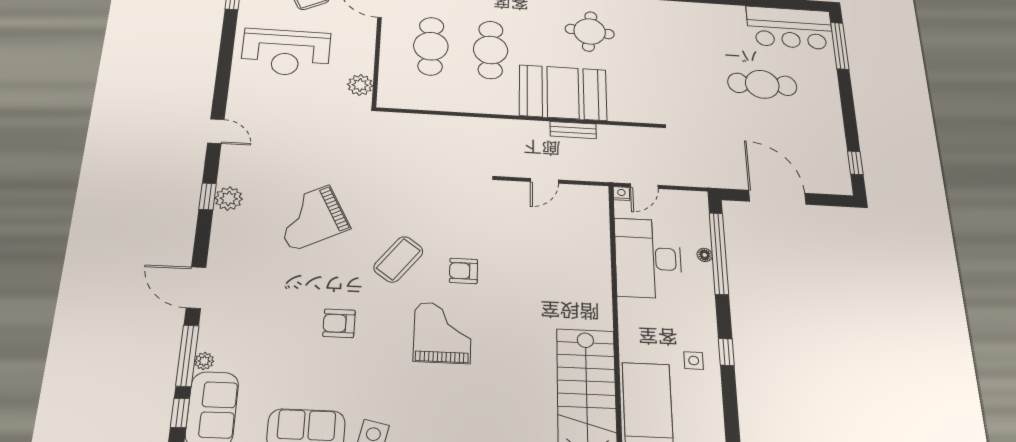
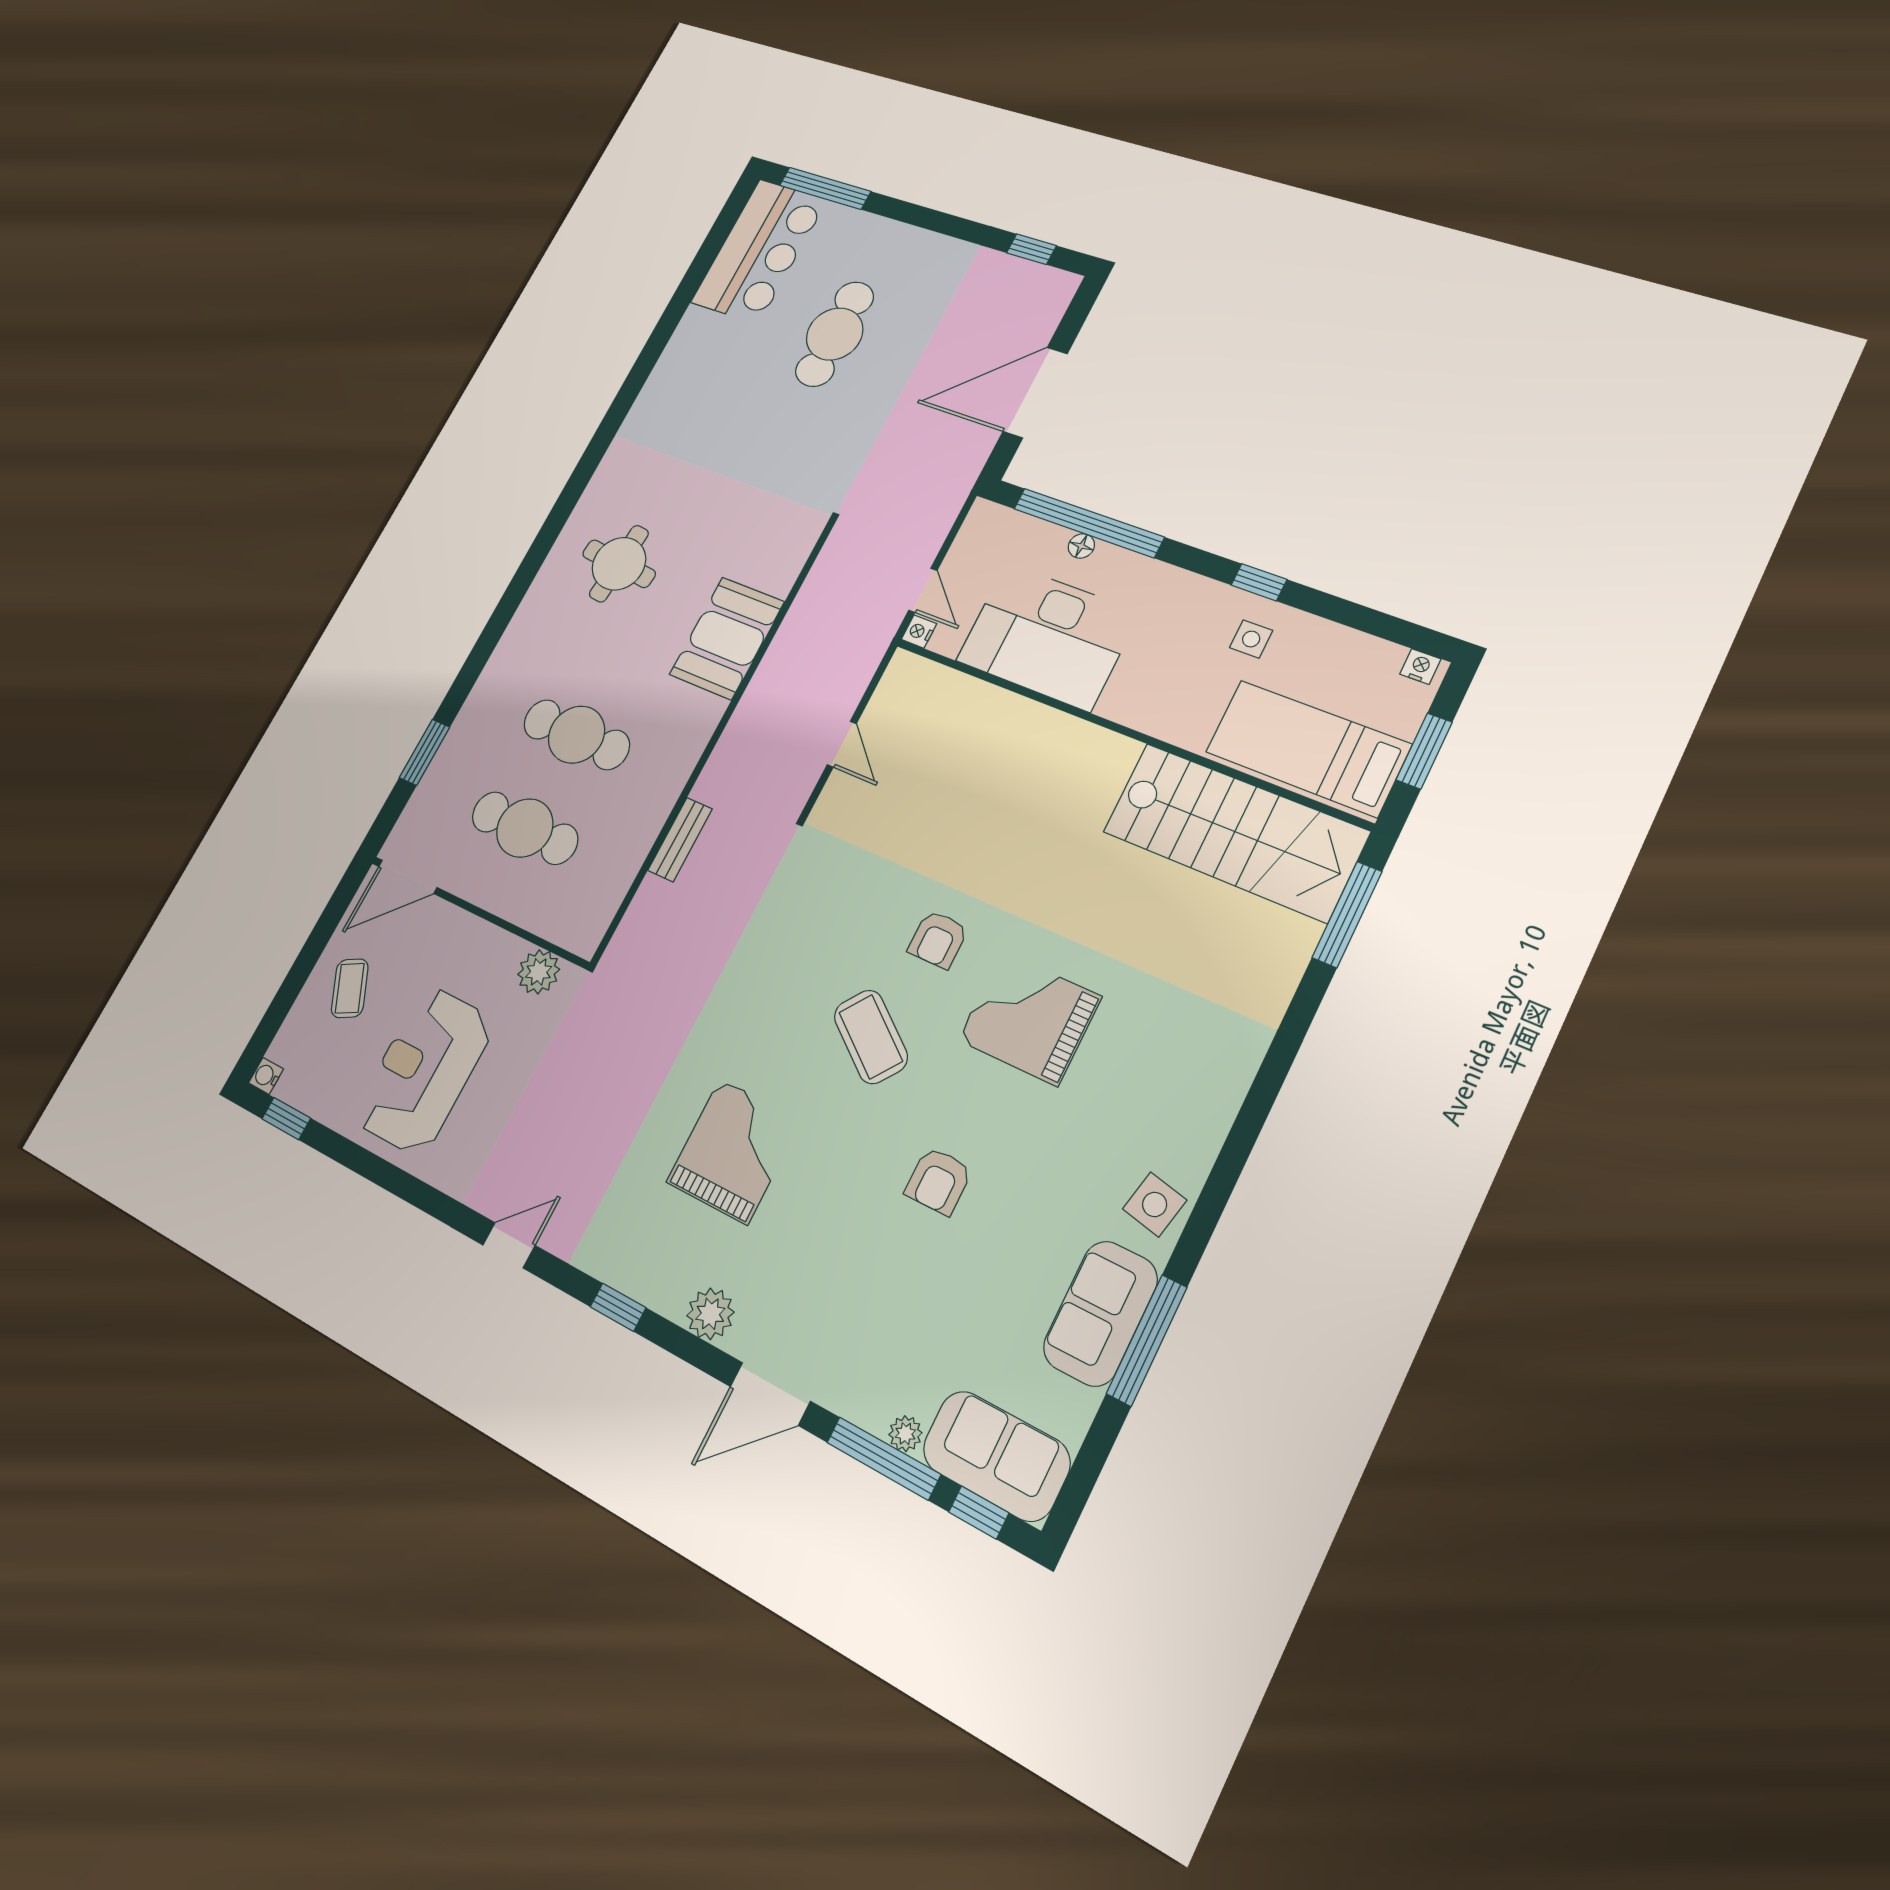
reception desk: (286, 52) -> (424, 1070), turned 180
booth: (563, 93) -> (727, 638), width x0.73, depth x0.70
bench: (573, 130) -> (680, 840), moved
plant: (229, 199) -> (710, 1314), moved
grand piano: (310, 218) -> (734, 1151), turned -153

